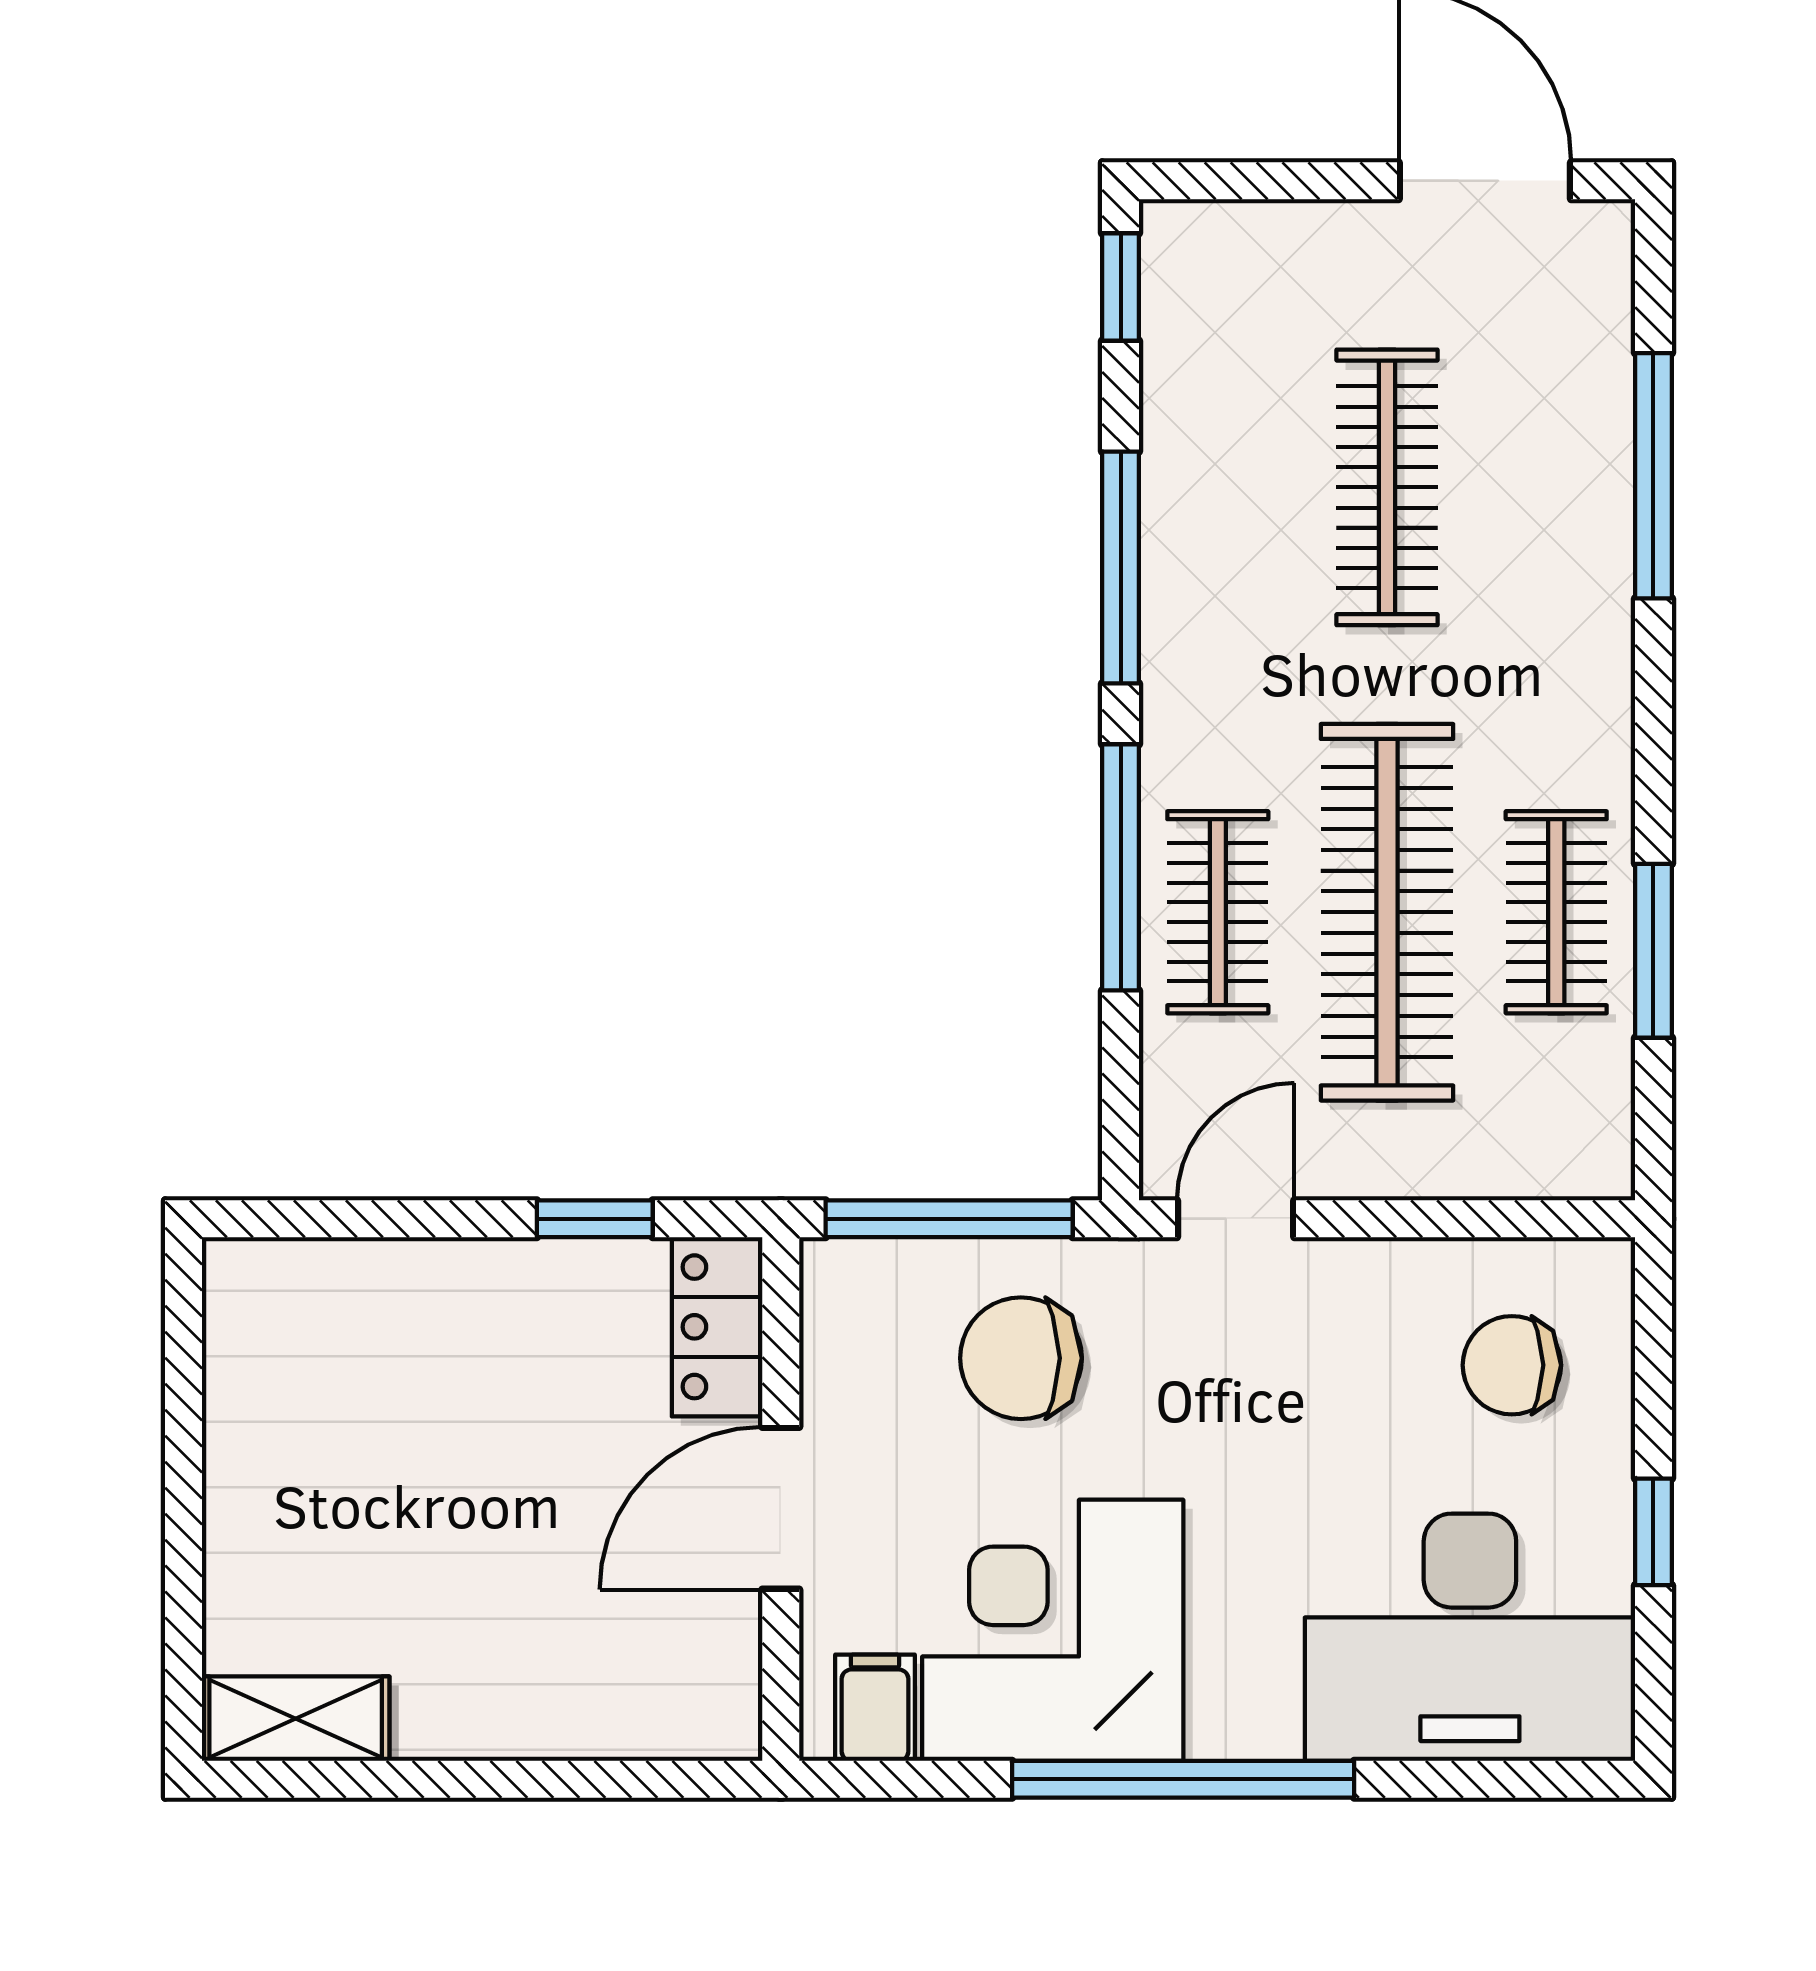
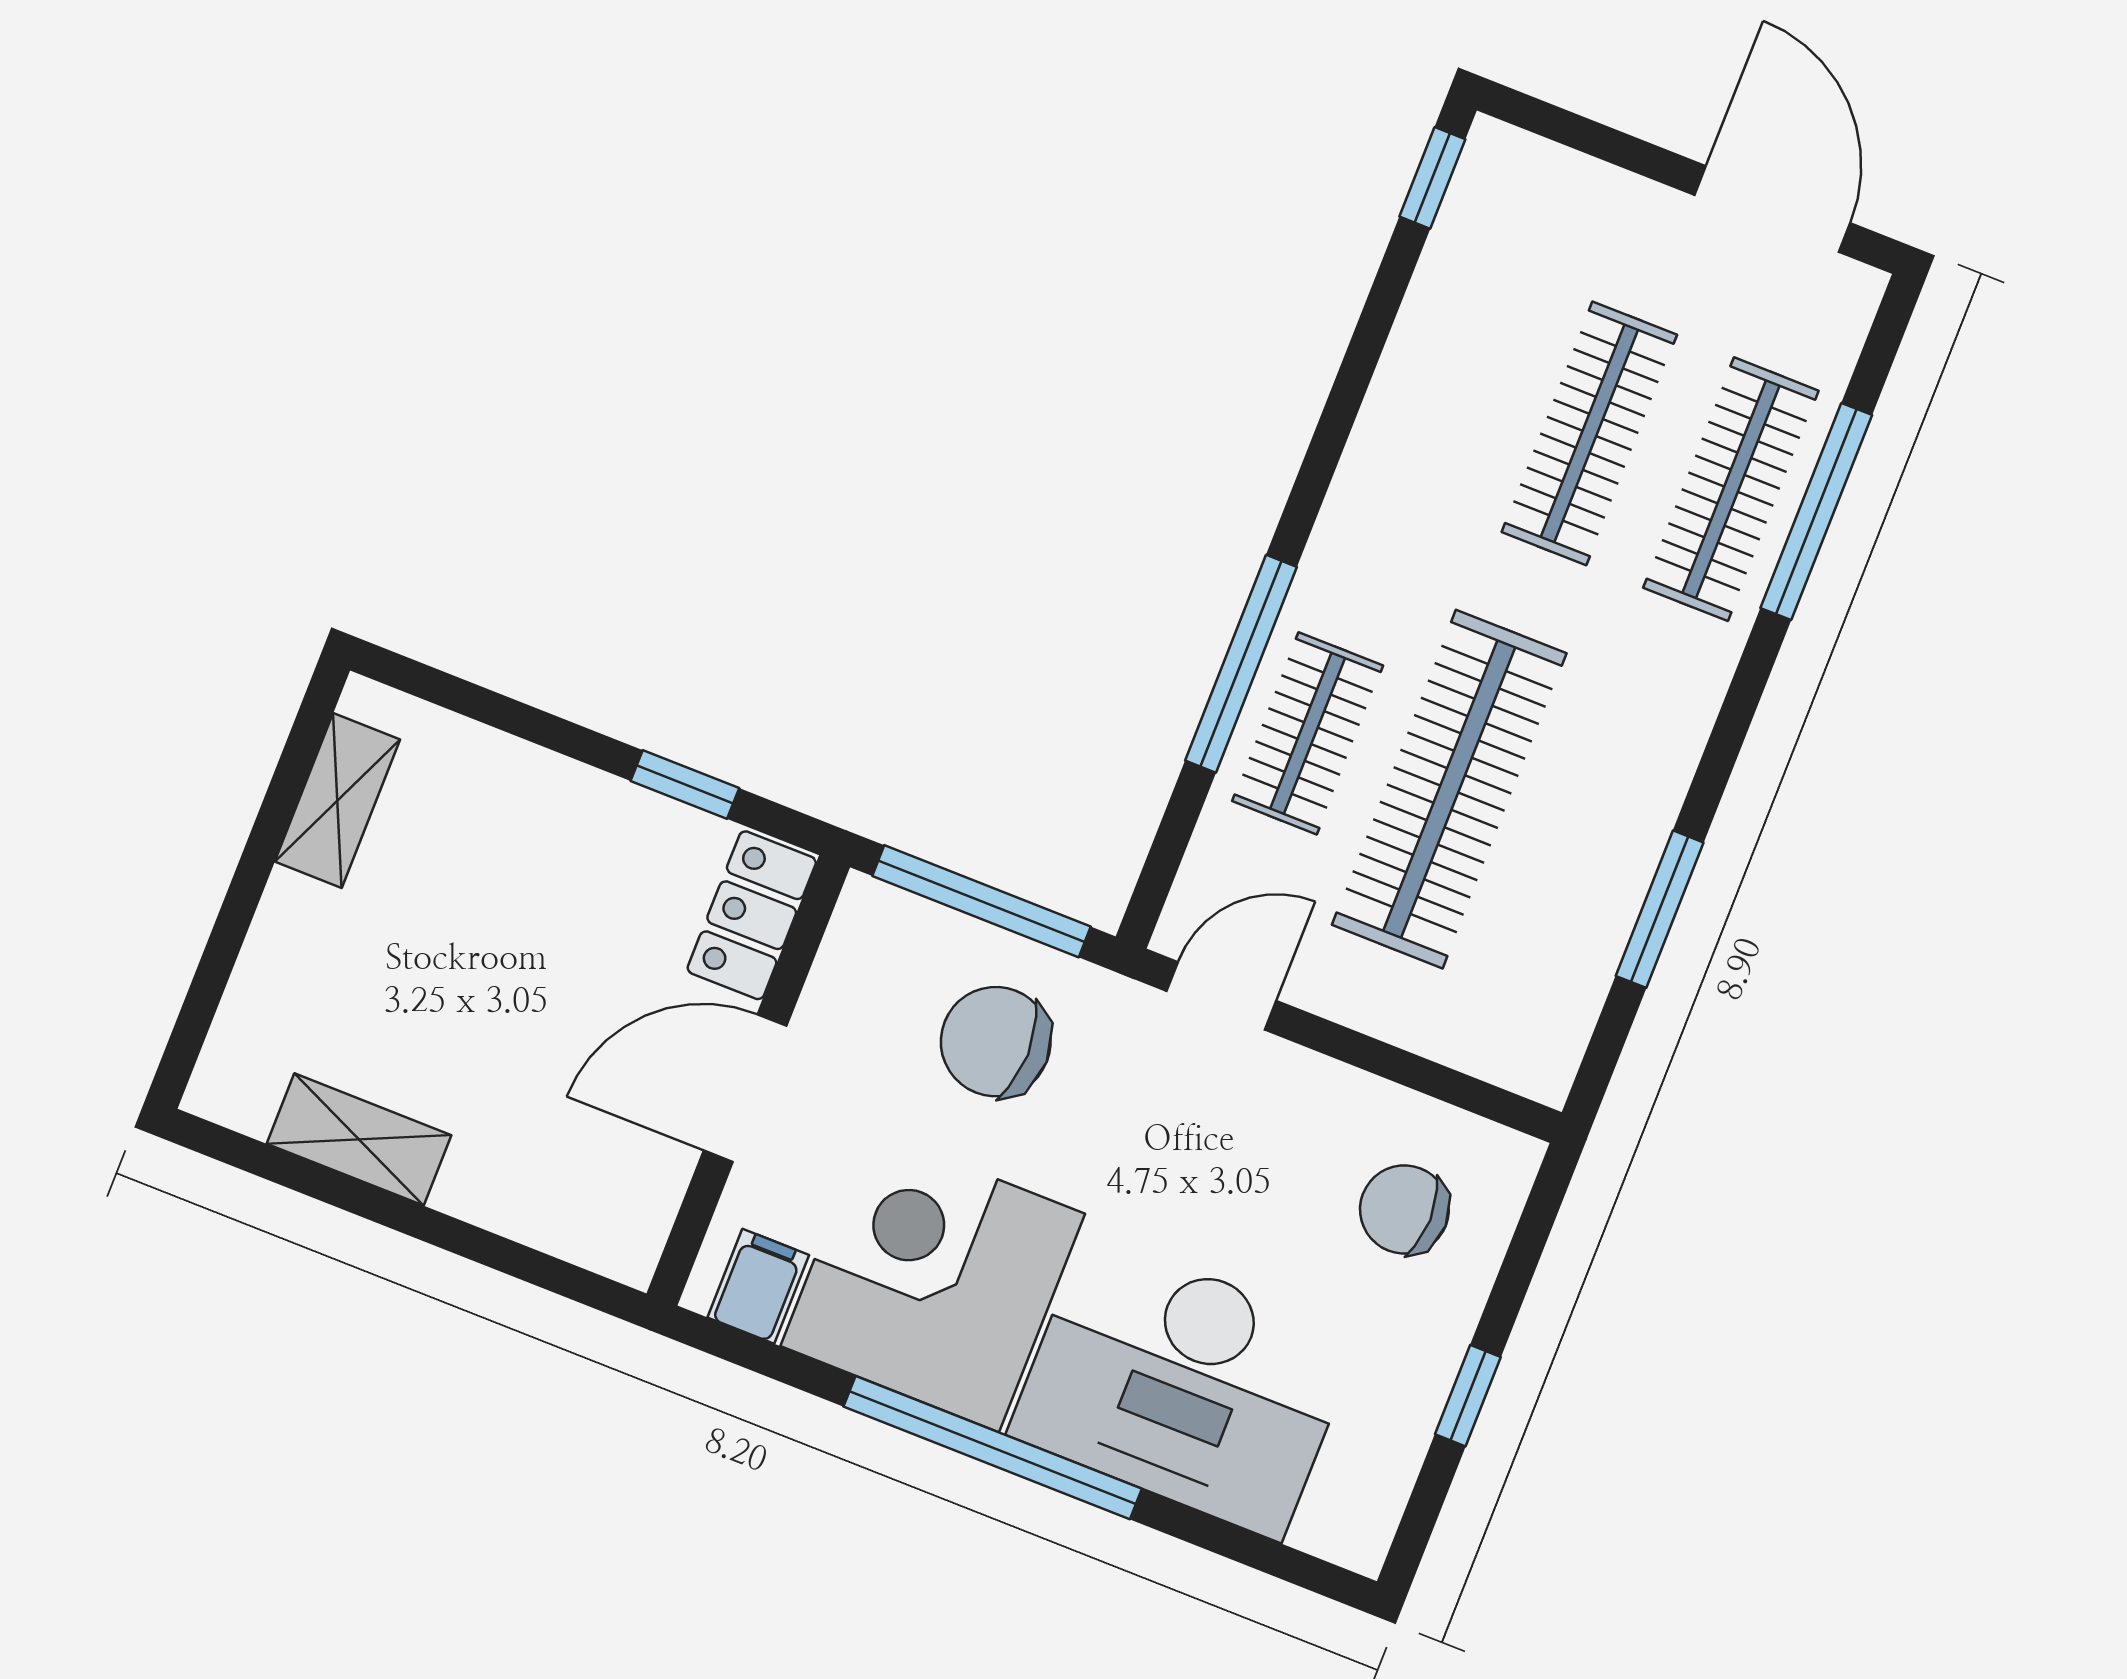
window: (1121, 568) -> (1340, 413), removed
clothes rail: (1556, 912) -> (1731, 489), moved, width x1.36
shelving: (242, 1377) -> (337, 801), added
desk: (1470, 1637) -> (1184, 1386), moved
shelving: (296, 1719) -> (359, 1139), moved

